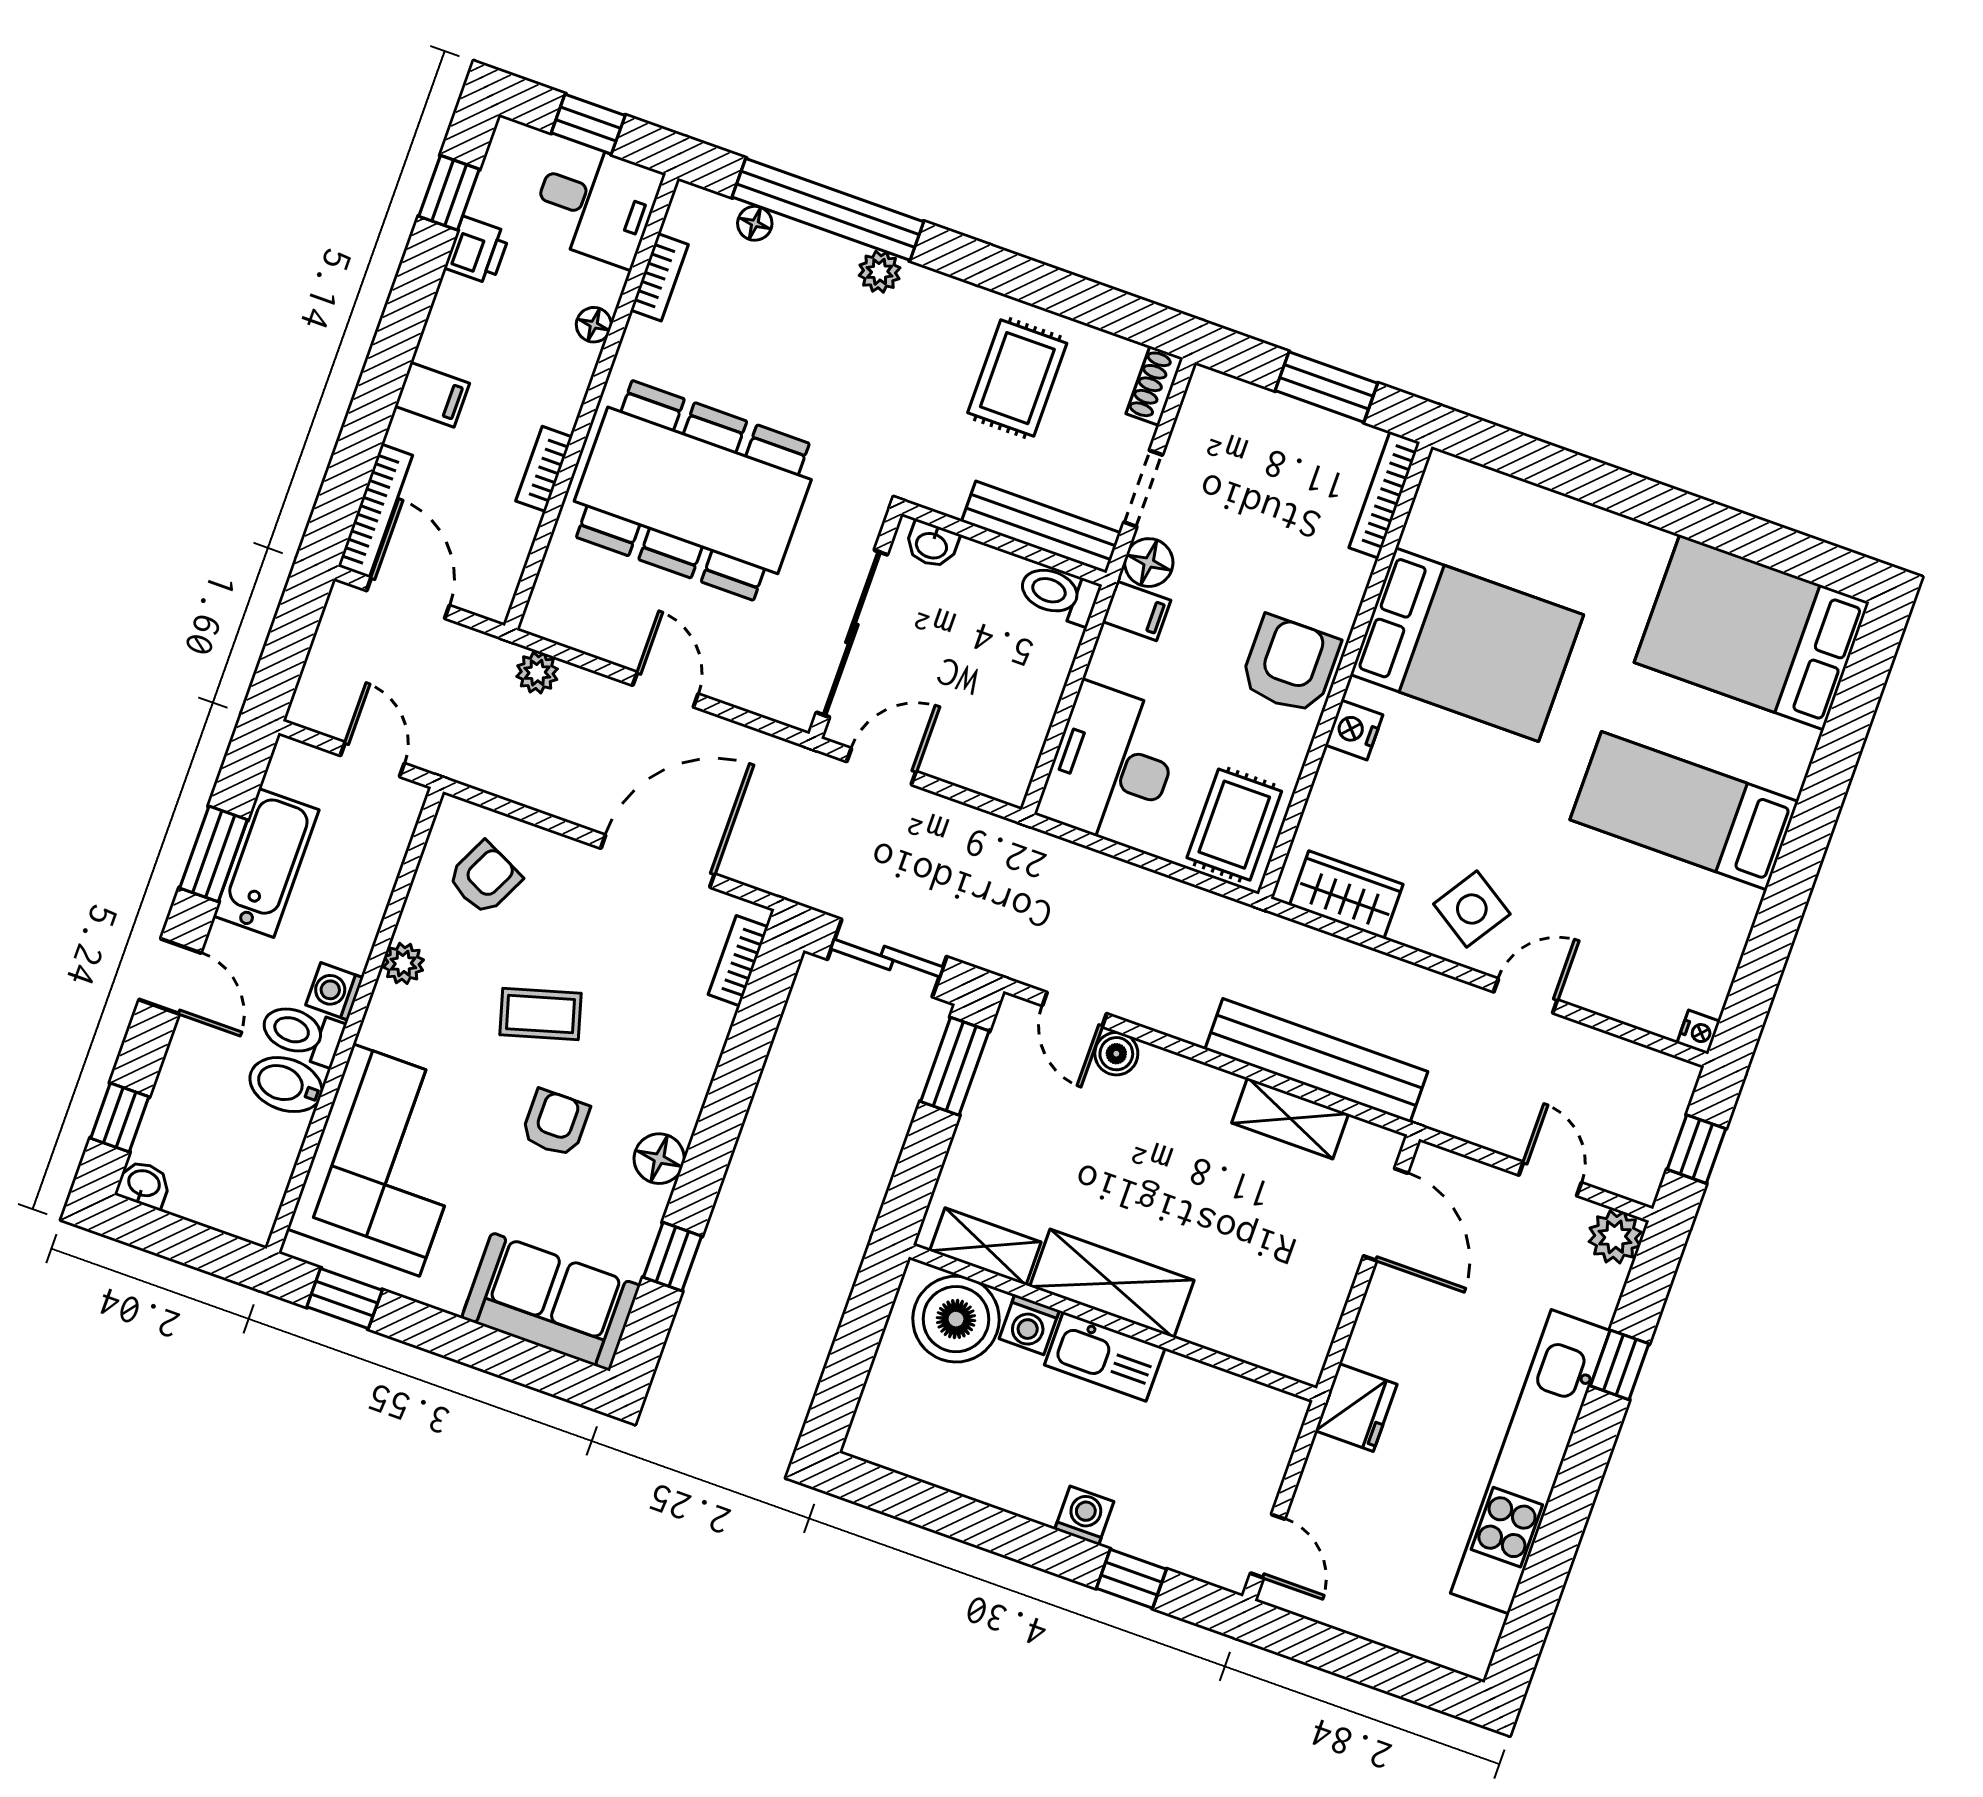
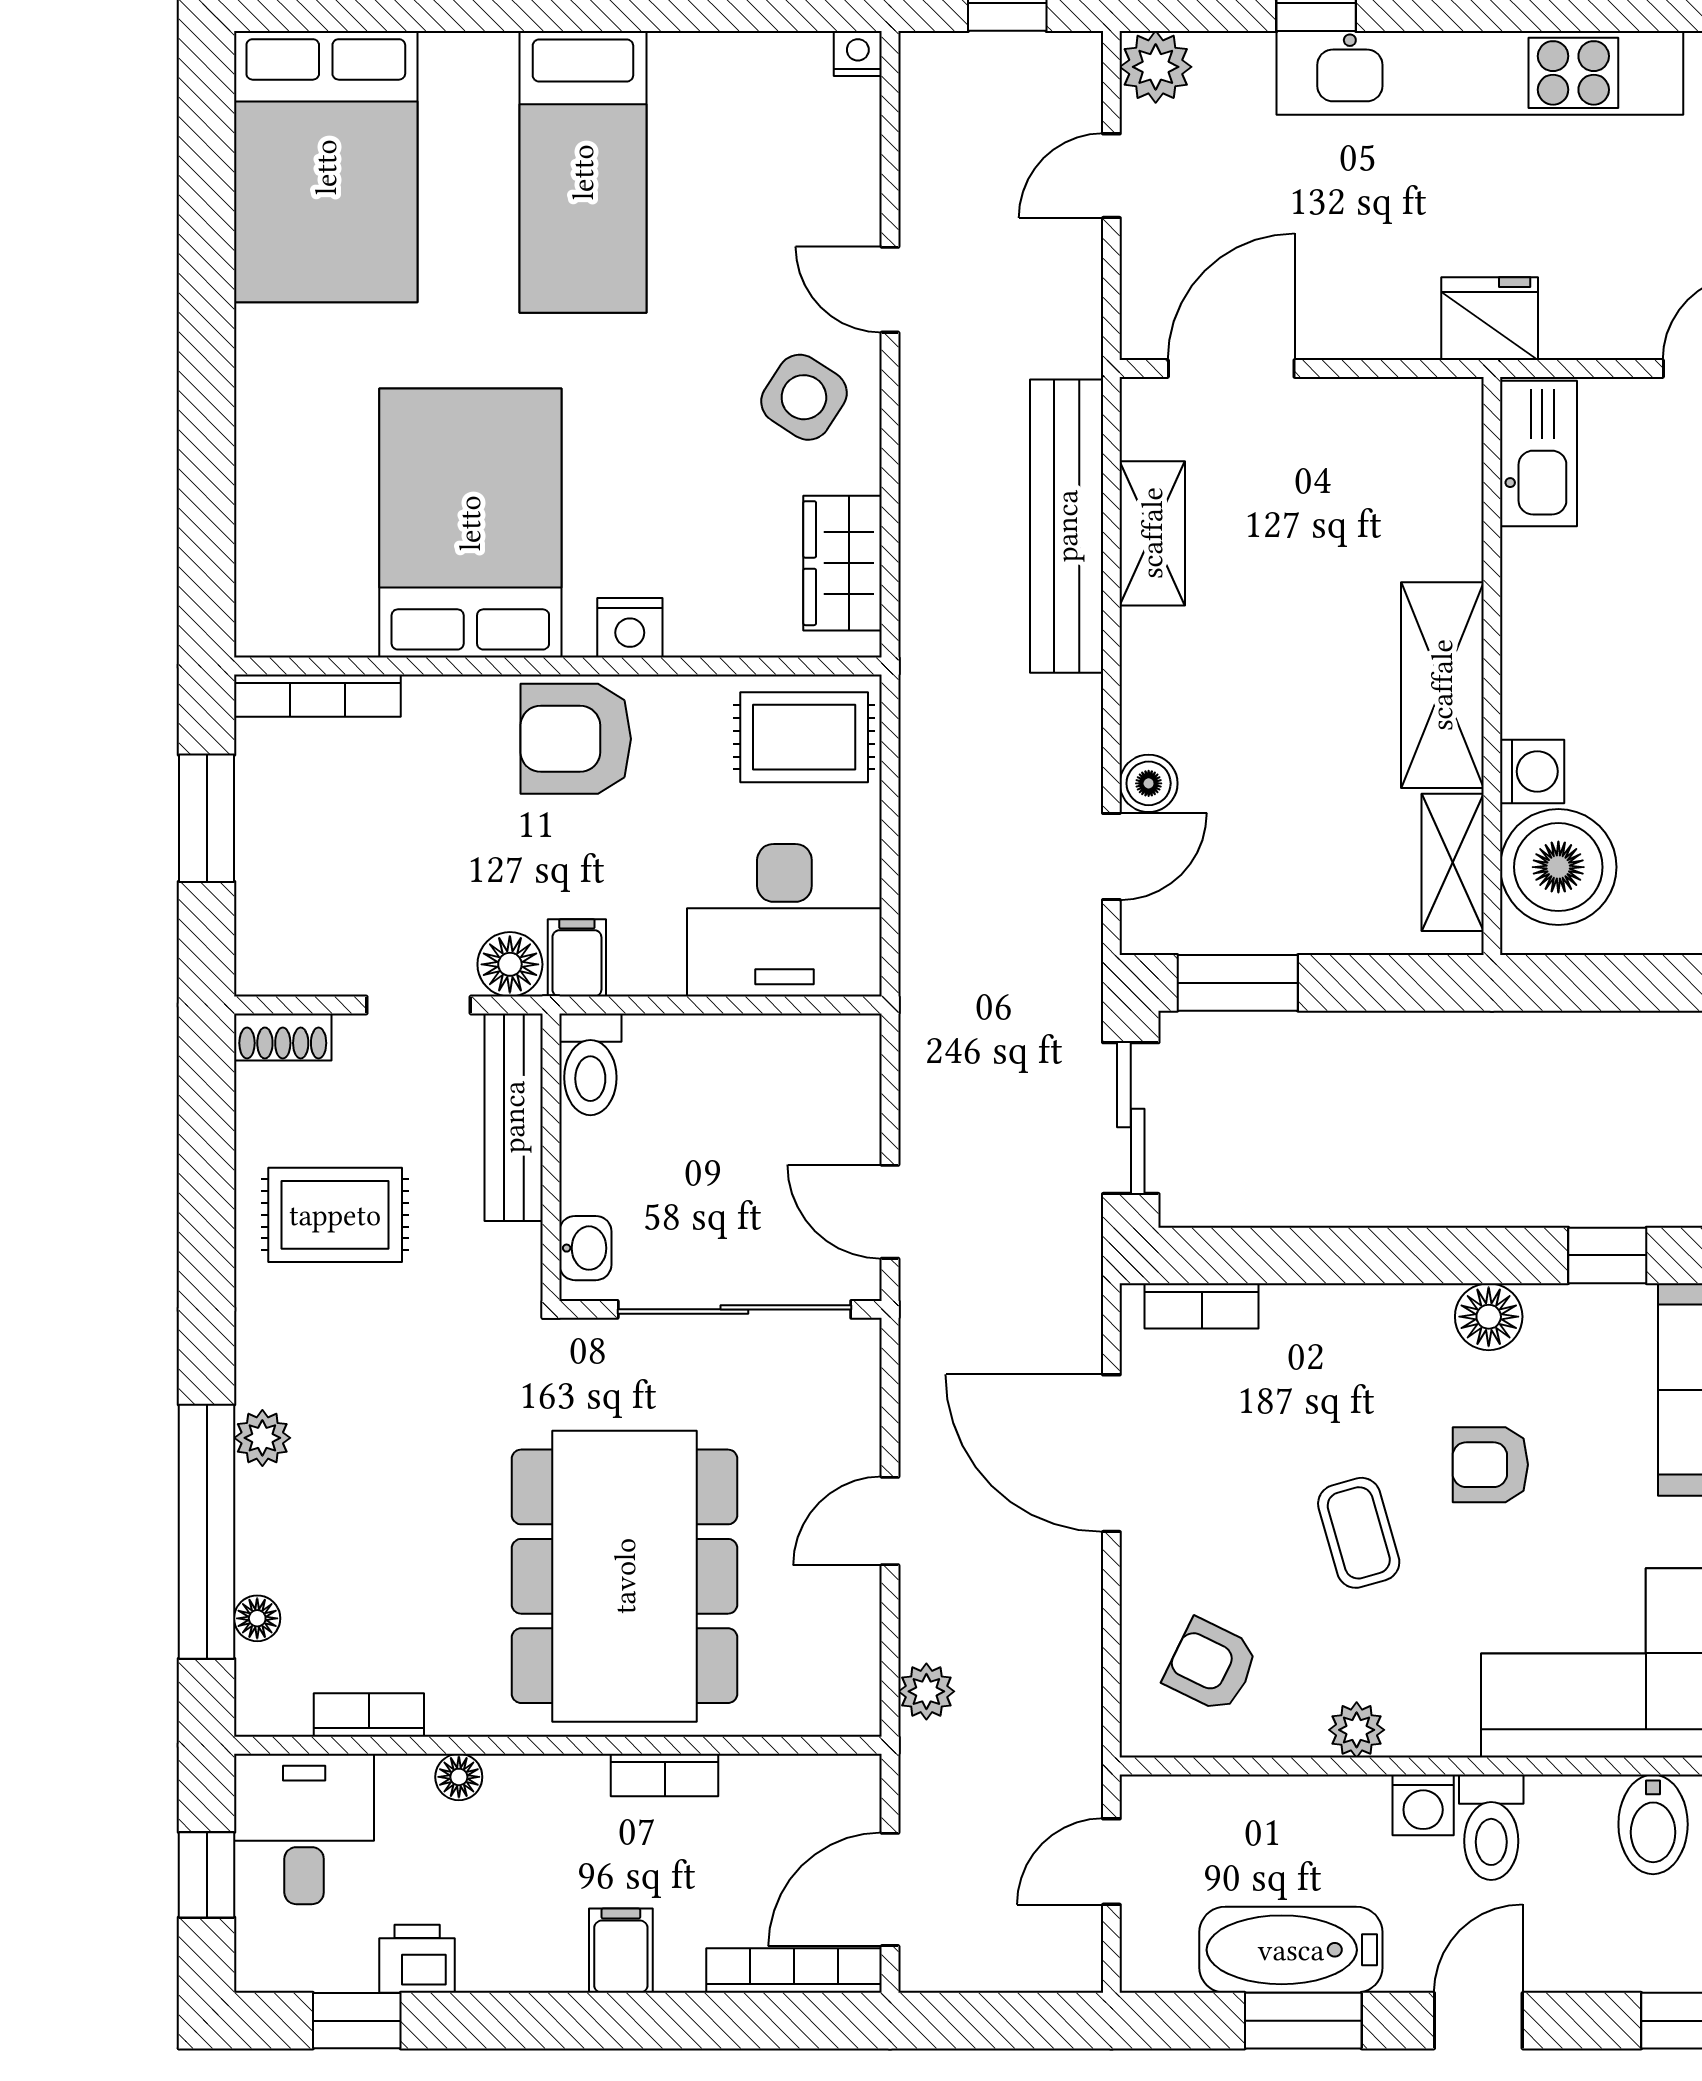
bidet: (286, 1085) -> (1653, 1824), moved
kitchen sink: (1105, 1357) -> (1539, 453), moved

